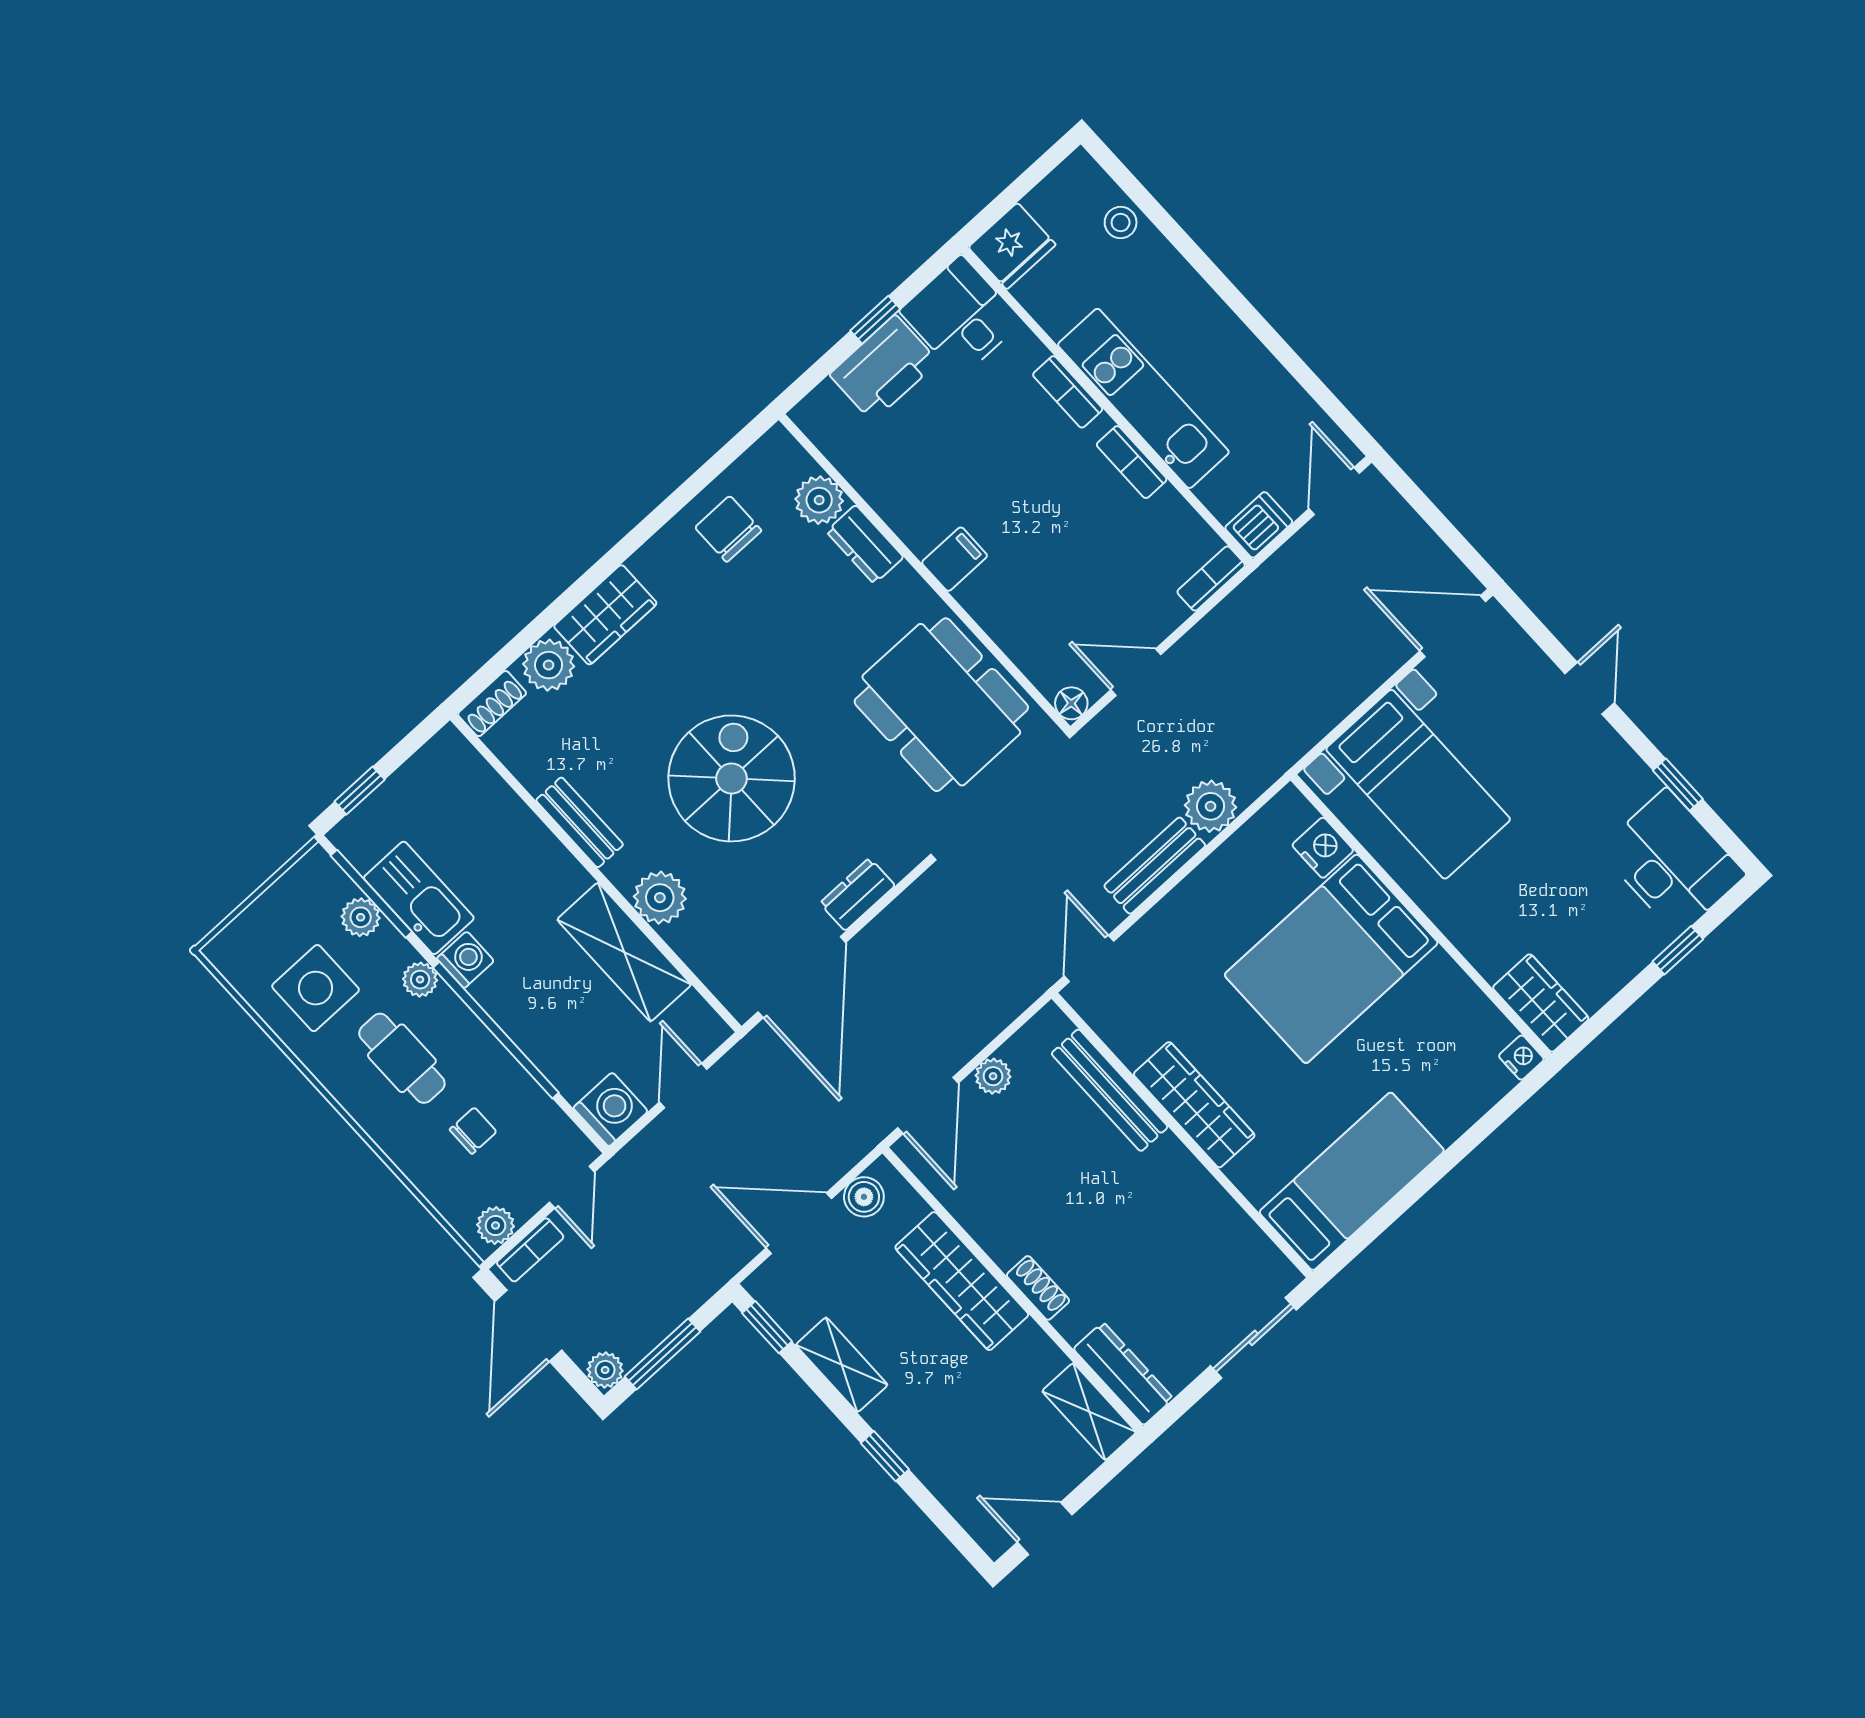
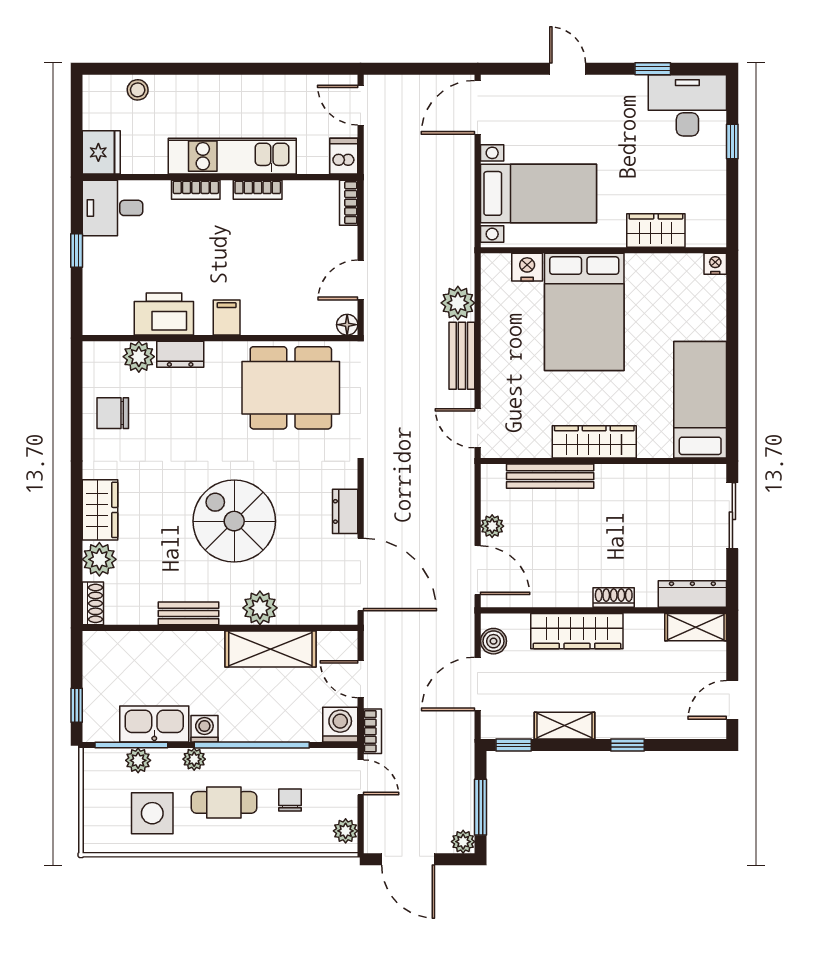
printer: (884, 368) -> (164, 314), moved, turned -90
wardrobe: (1541, 1003) -> (656, 231), moved
bookcase: (530, 1250) -> (372, 731), moved

